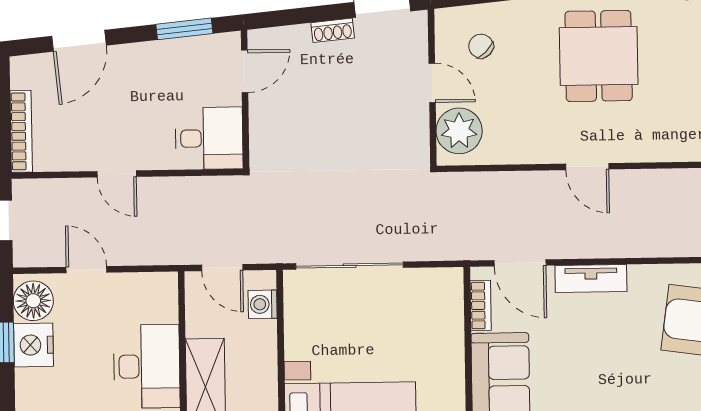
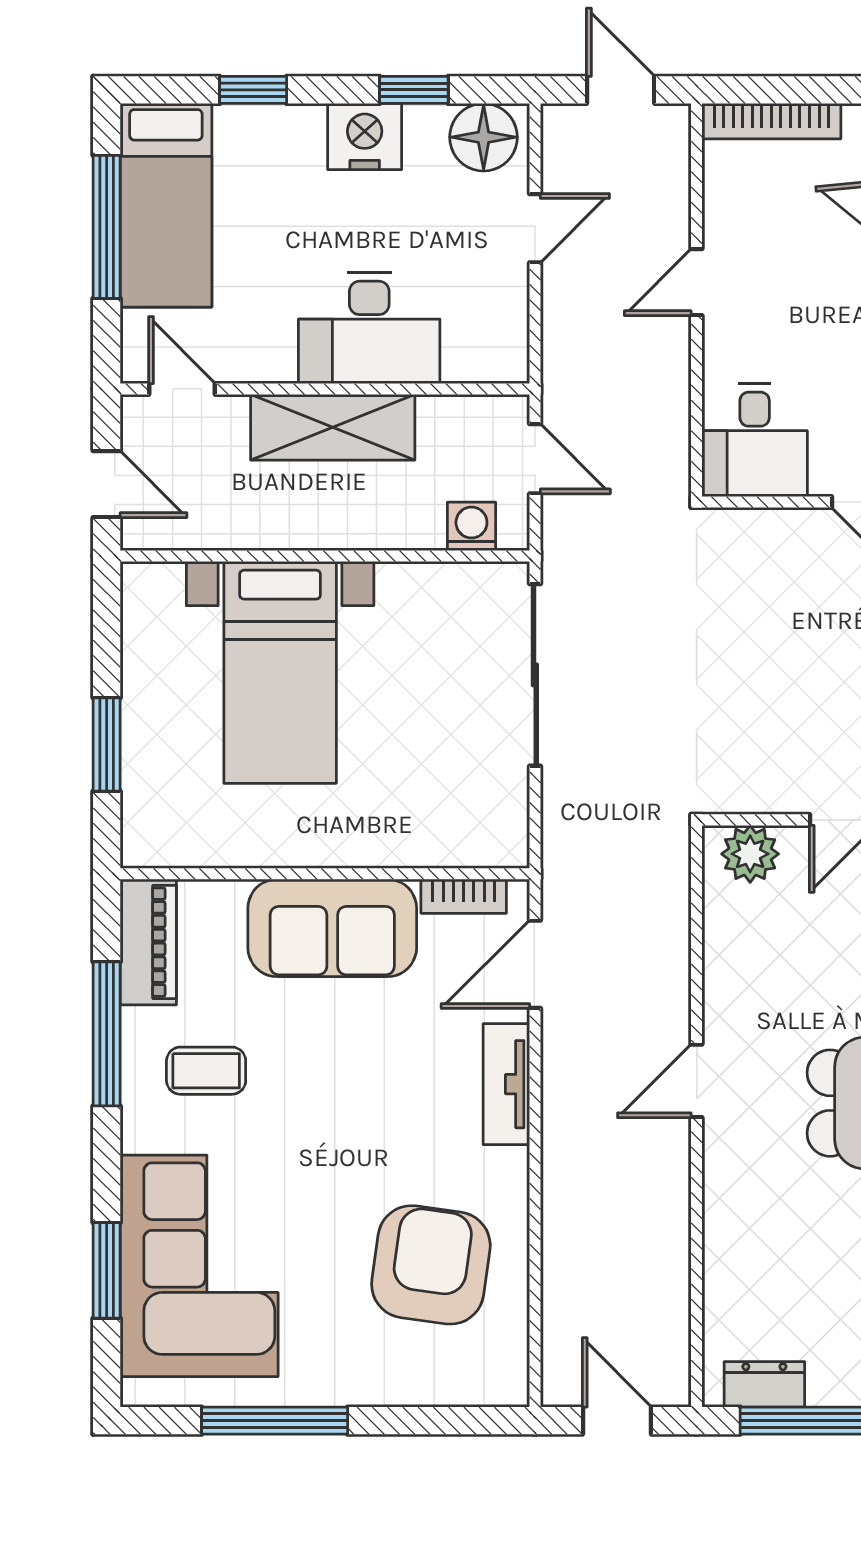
plant: (459, 131) -> (750, 854), width x0.73, depth x0.73
door: (222, 268) -> (535, 459), swing flipped
nightstand: (34, 345) -> (365, 137), moved

